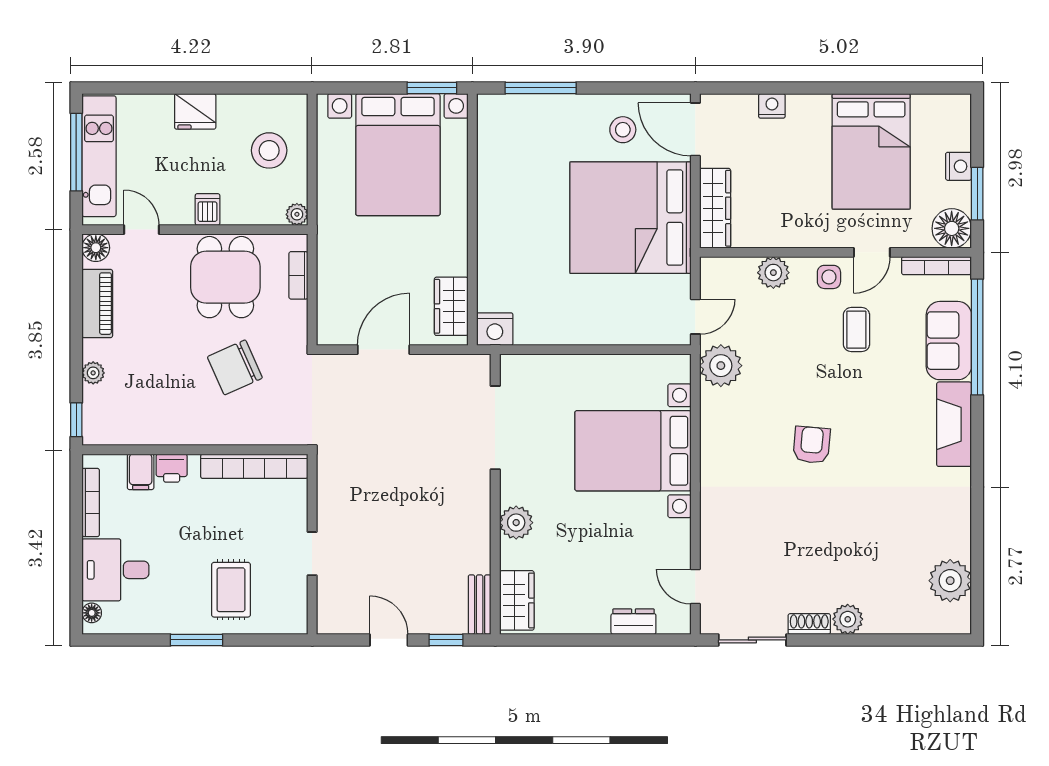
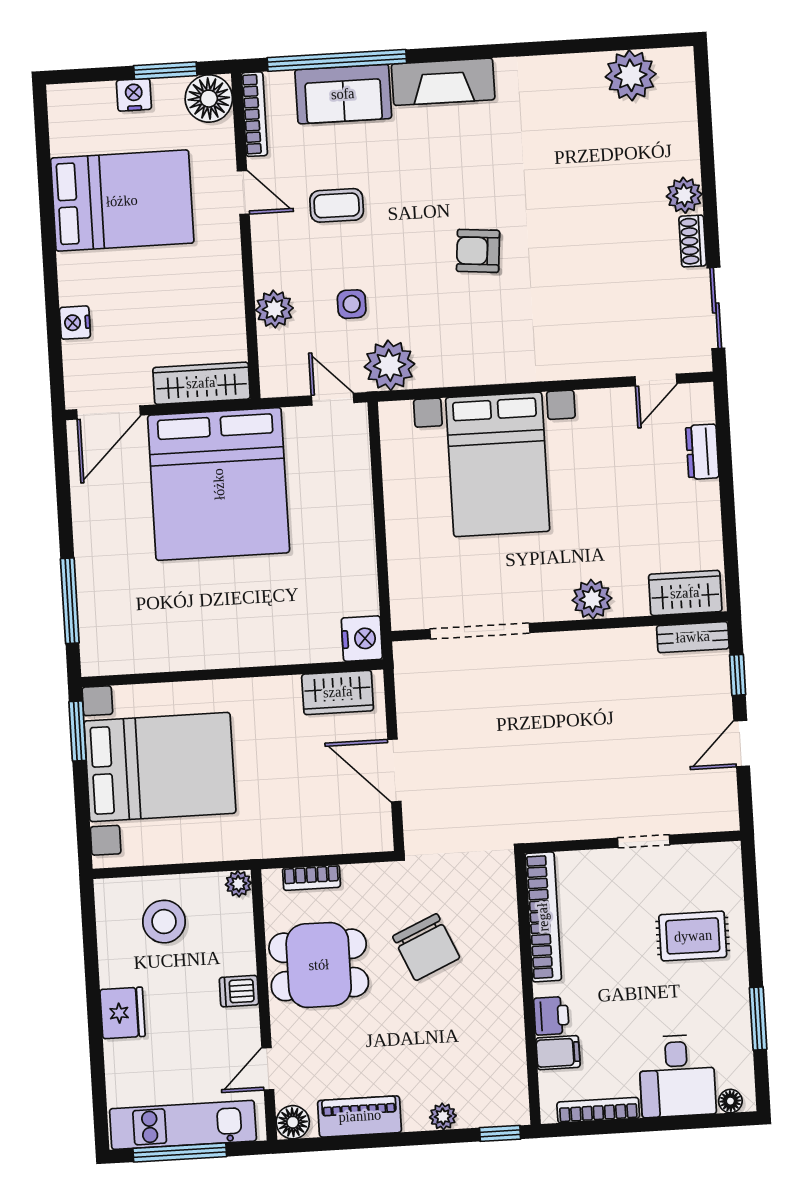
stool: (623, 130) -> (114, 499), removed
side table: (829, 277) -> (352, 304), moved
window: (196, 640) -> (758, 1019), moved

